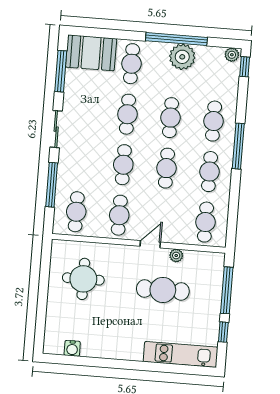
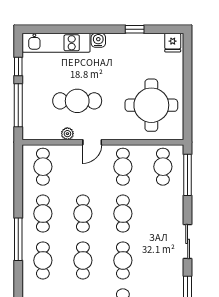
window: (52, 185) -> (188, 175), moved
round table: (83, 279) -> (151, 105), width x1.36, depth x1.36
fridge: (55, 344) -> (173, 43), added
water cooler: (72, 348) -> (98, 40), moved
window: (95, 362) -> (135, 29), added

